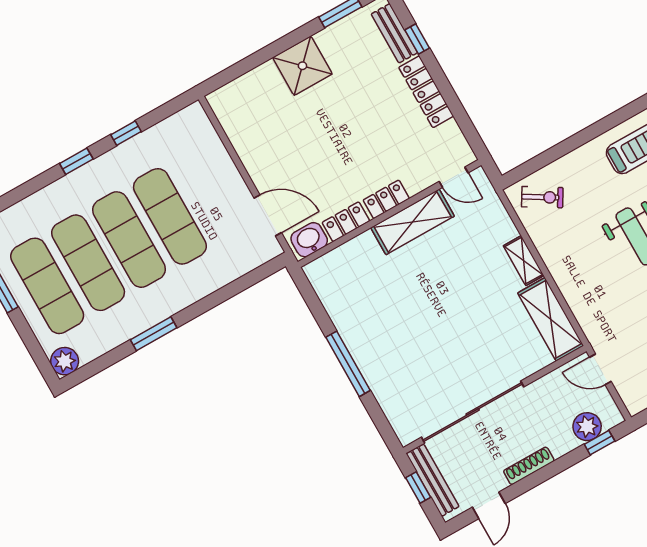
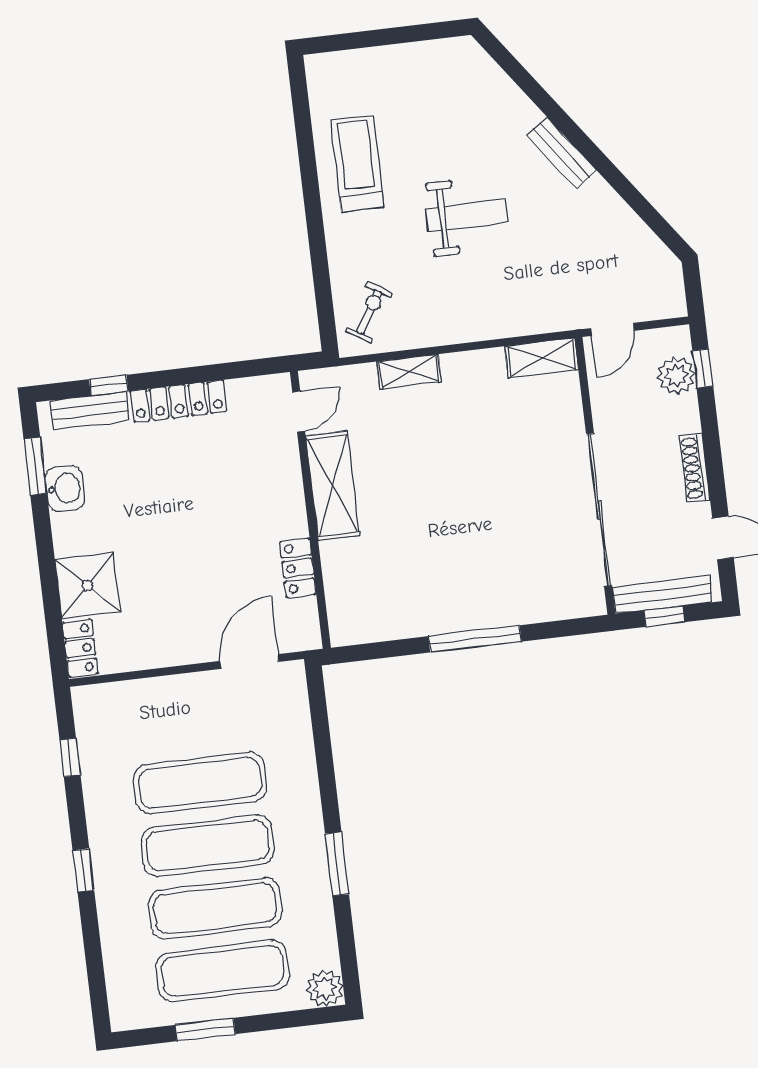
shower: (302, 66) -> (88, 585), moved
window: (126, 133) -> (70, 757), moved
locker: (386, 199) -> (80, 648), moved, turned 180
washbasin: (309, 240) -> (65, 488), moved, turned 180
shelving: (524, 261) -> (409, 372), moved
shelving: (551, 319) -> (541, 358), width x0.67, depth x0.75

